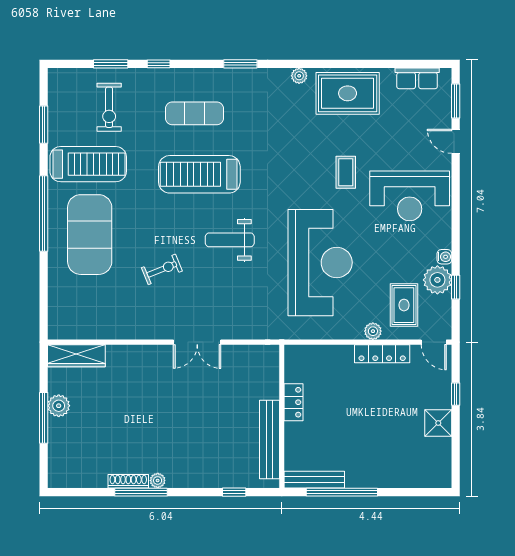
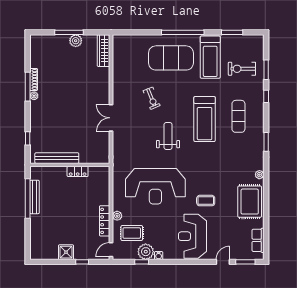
treadmill: (199, 174) -> (205, 119), turned 180
bench: (314, 480) -> (35, 197), moved

